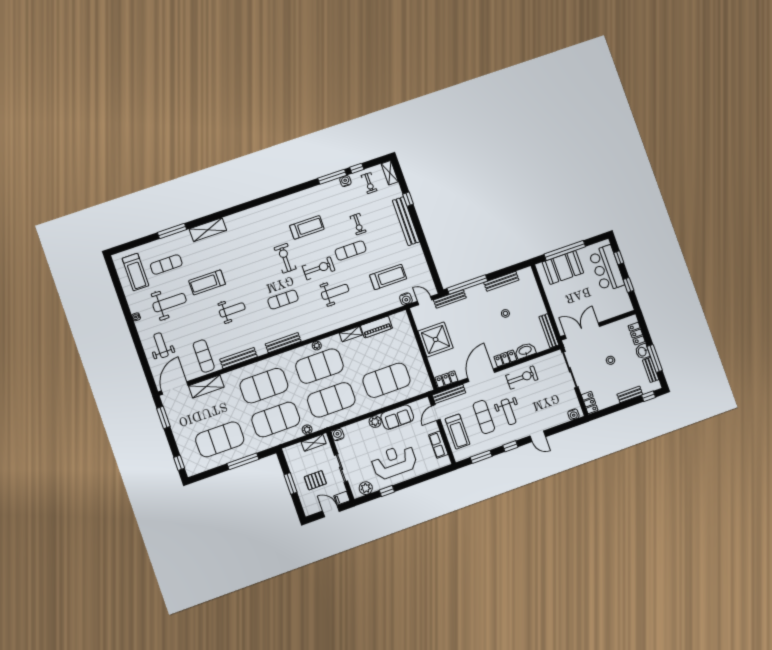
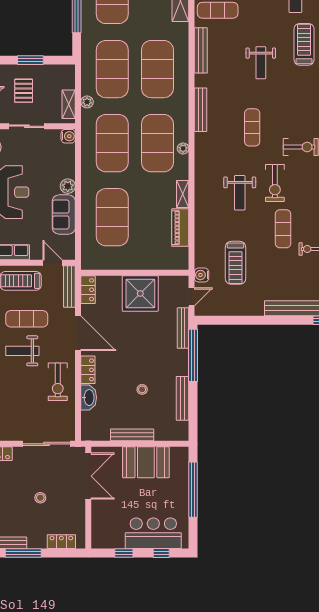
booth: (563, 267) -> (146, 462), moved, turned 90
bench: (549, 331) -> (132, 435), moved
washbasin: (642, 352) -> (37, 541), removed

